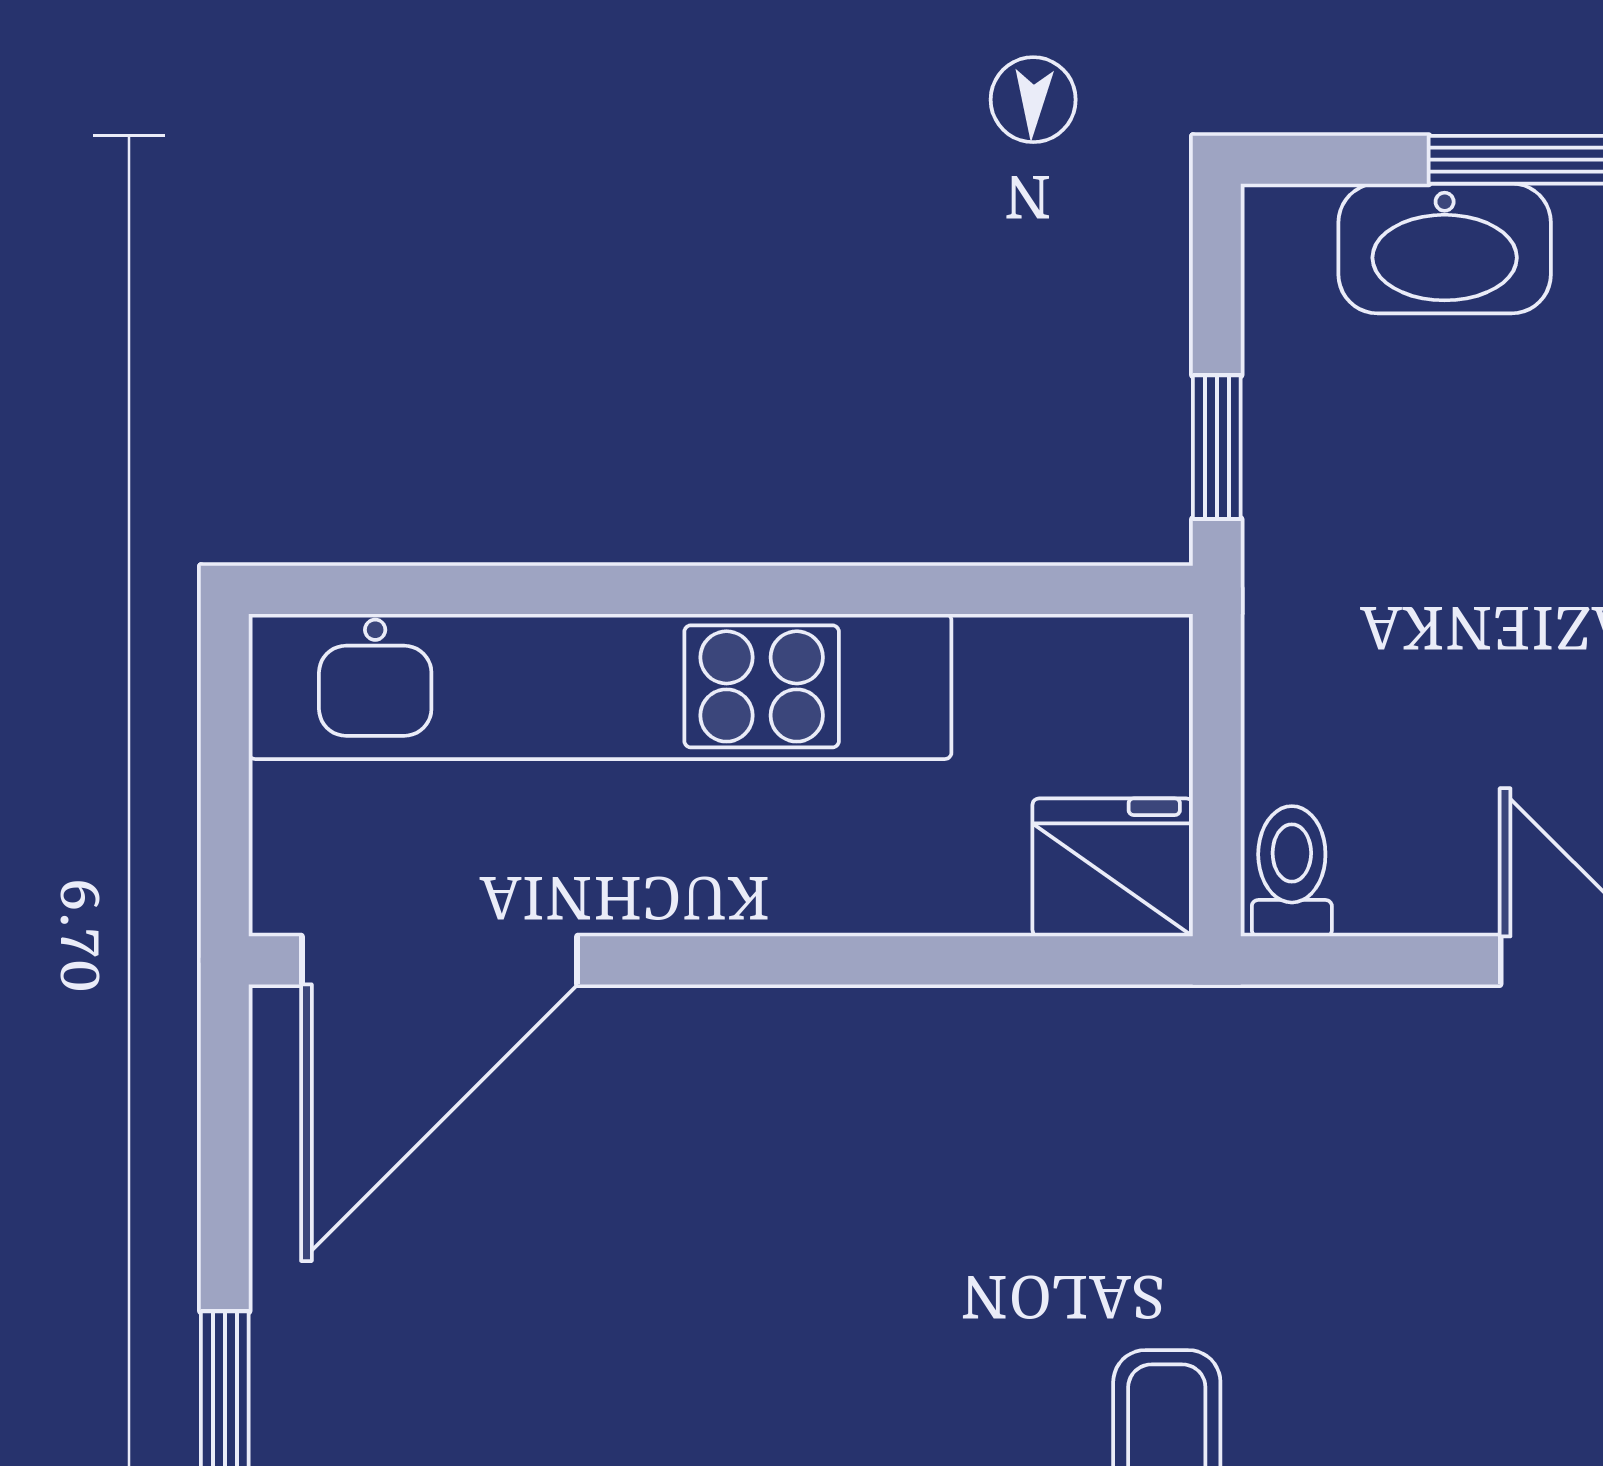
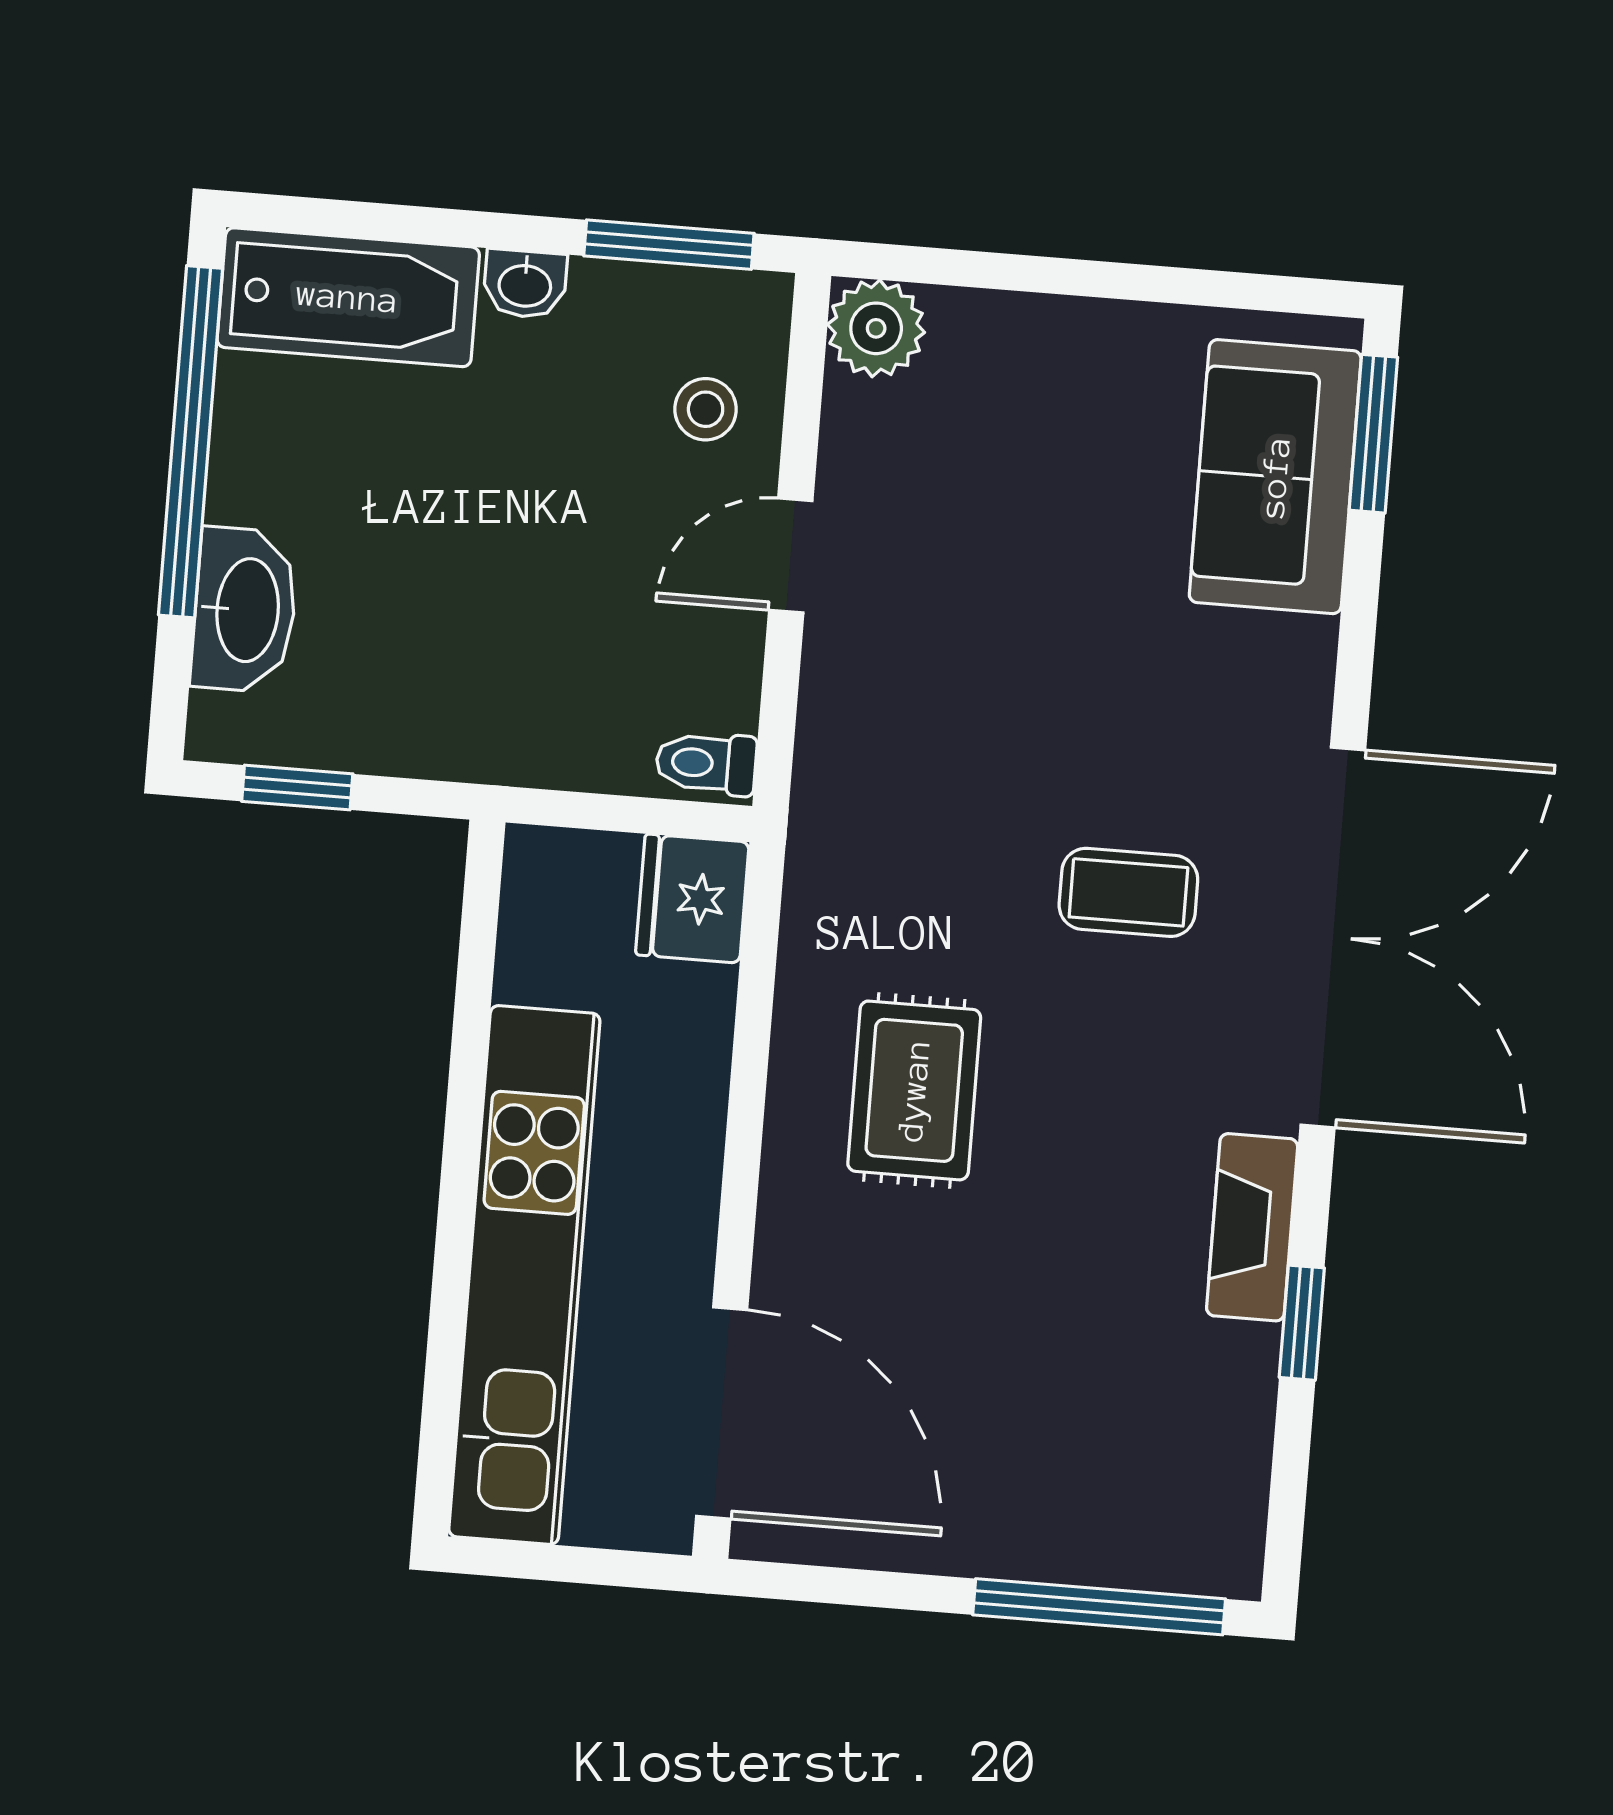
window: (1217, 447) -> (297, 788), moved
rug: (884, 1179) -> (914, 1090), added

